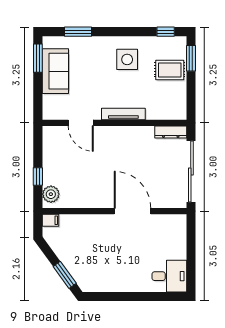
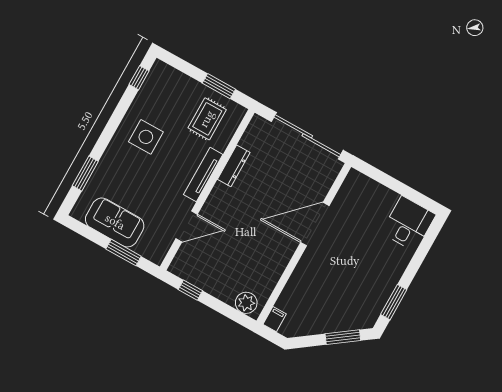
window: (38, 58) -> (124, 253), moved
window: (191, 58) -> (219, 86), moved
rug: (170, 70) -> (207, 119), moved
dresser: (171, 132) -> (234, 166), moved
window: (38, 176) -> (190, 290), moved
window: (109, 297) -> (394, 302), added

